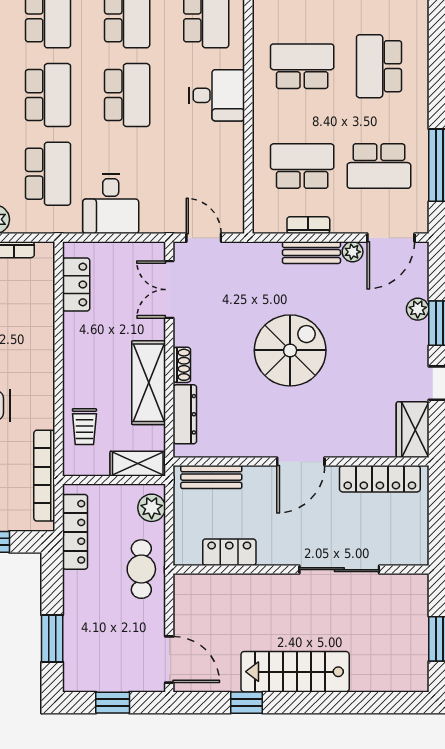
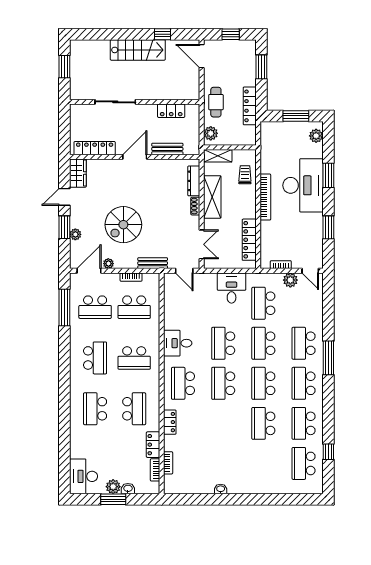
school desk: (379, 166) -> (95, 307), turned 180
bench: (311, 253) -> (153, 263), moved
locker: (76, 285) -> (249, 240), width x1.53
spiral stairs: (290, 350) -> (123, 225), moved
bookcase: (44, 476) -> (265, 197), moved
bench: (211, 477) -> (167, 149), moved
locker: (75, 532) -> (250, 106), moved

